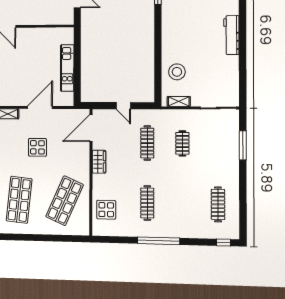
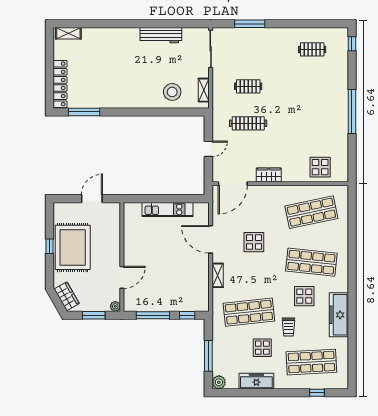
workbench: (231, 35) -> (161, 35), moved
door: (91, 128) -> (233, 184), hinge flipped
shop shelf: (65, 201) -> (311, 212), turned -36
clothes rail: (147, 203) -> (312, 123), removed
clothes rail: (218, 204) -> (312, 49), width x0.73

